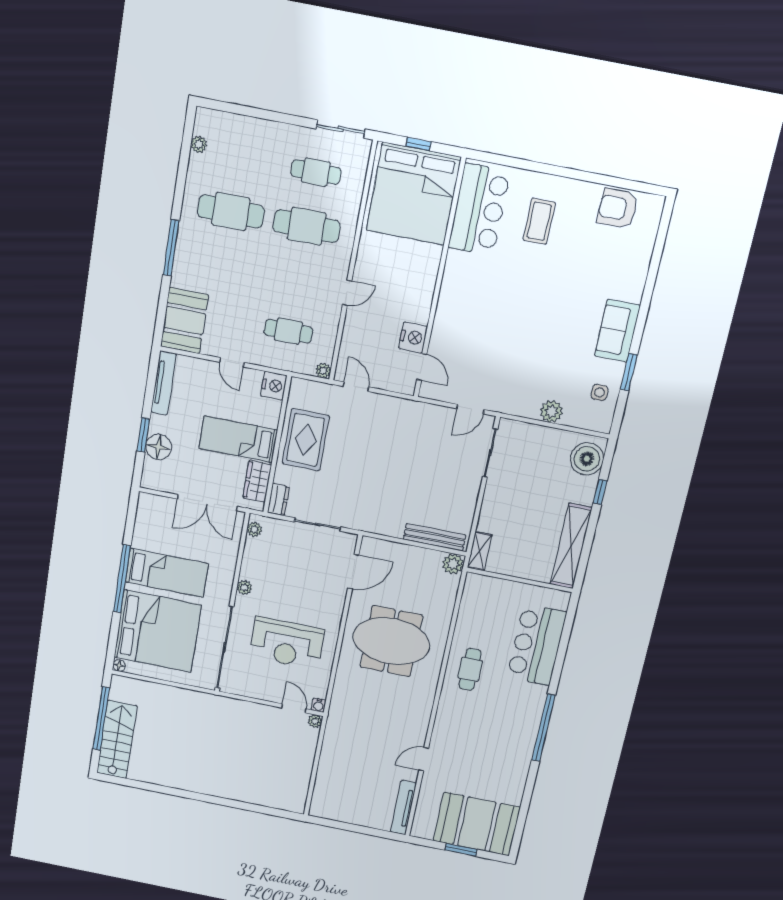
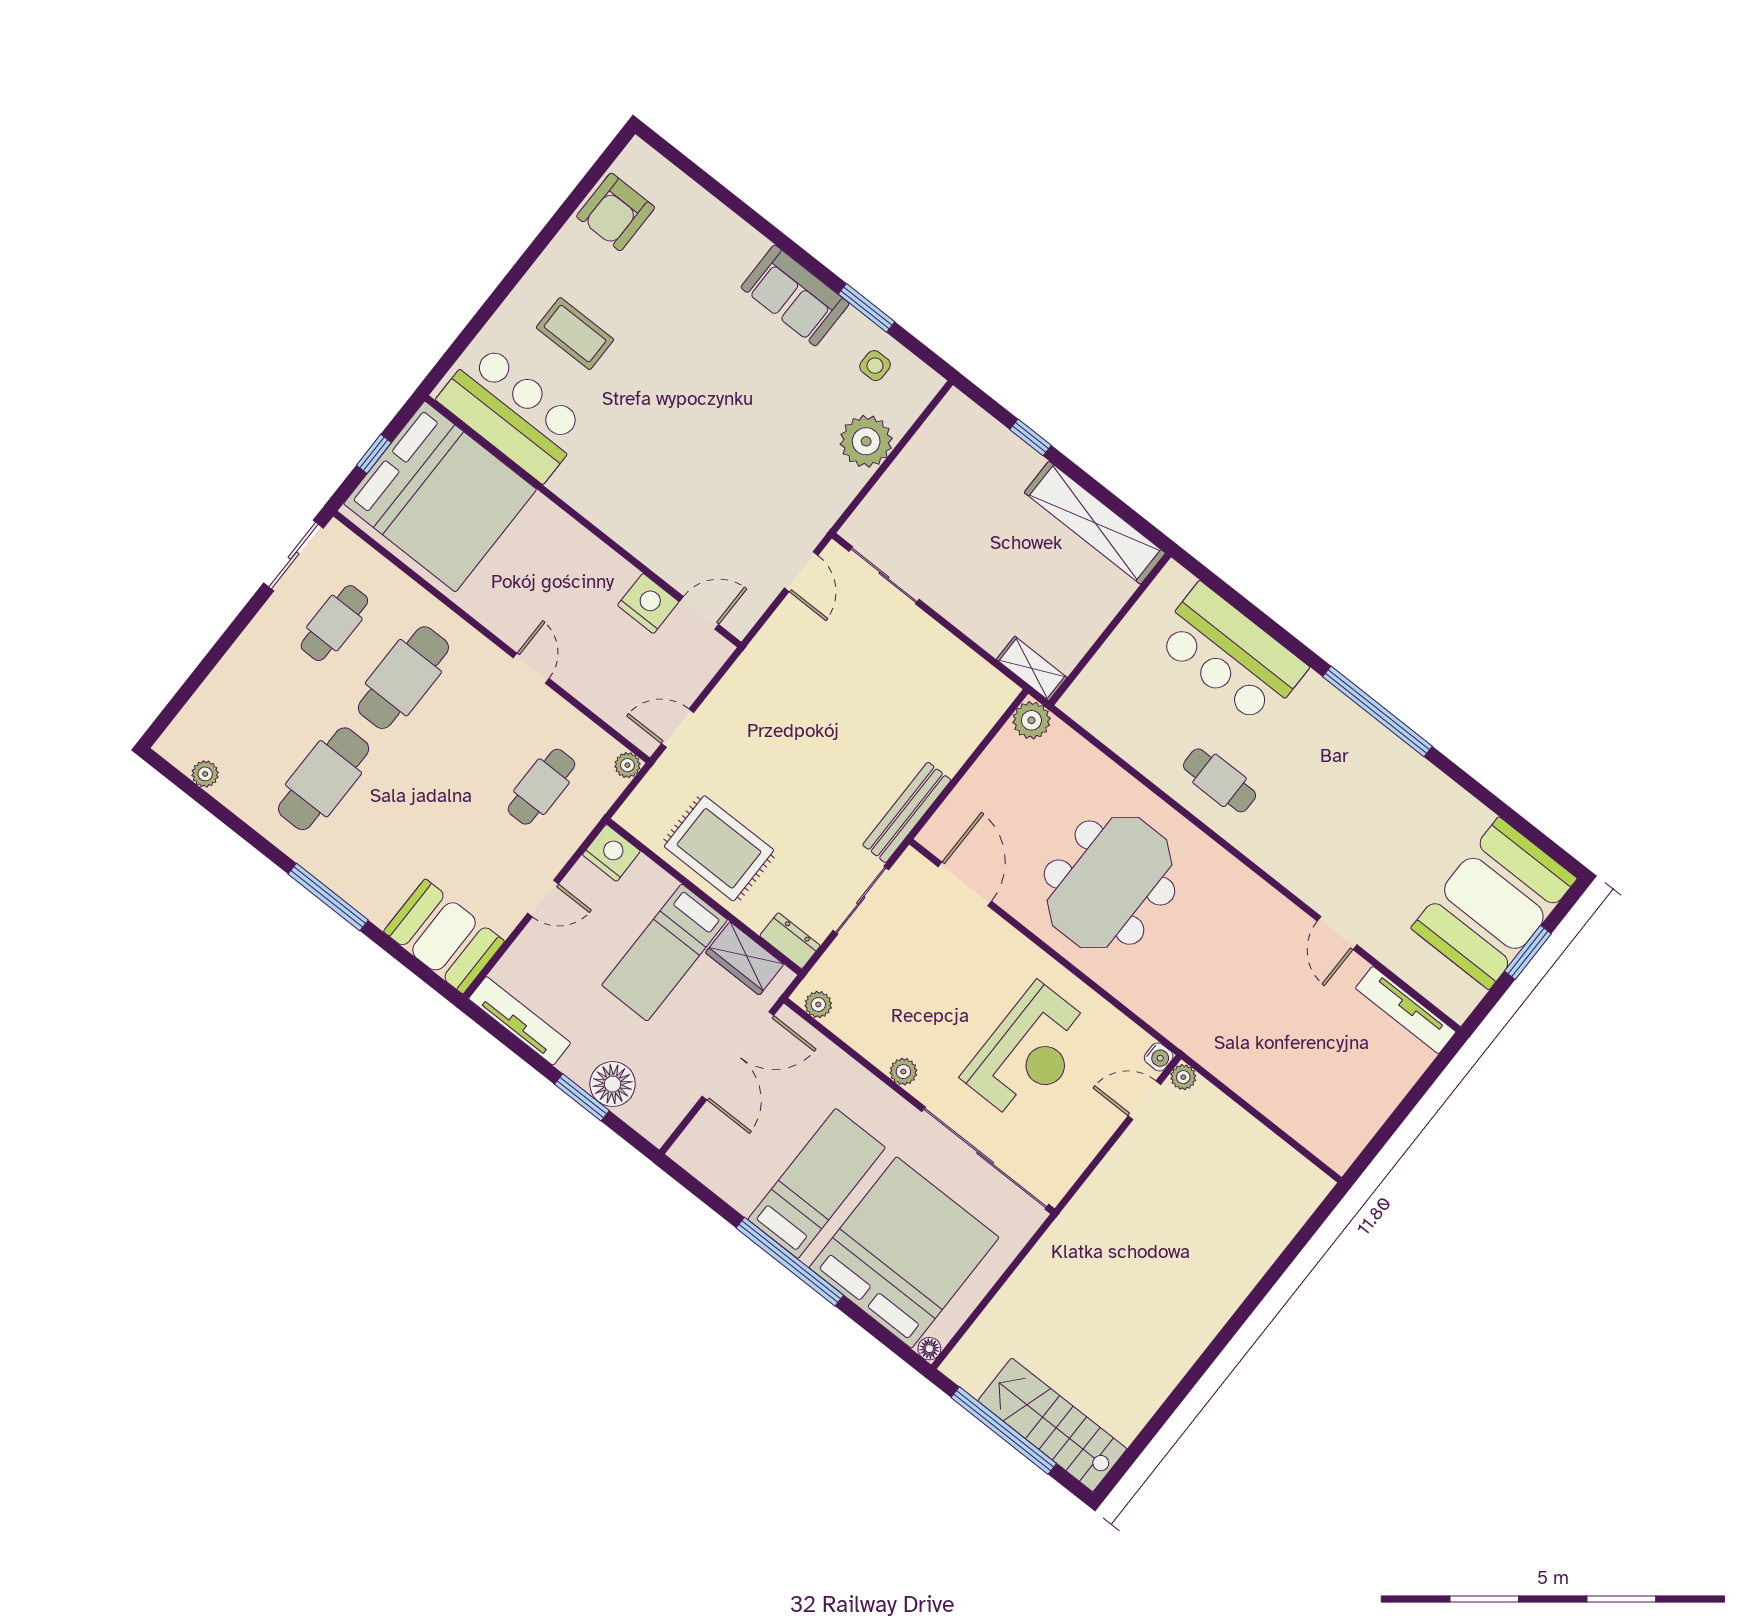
plant: (552, 411) -> (866, 441), width x1.36, depth x1.36
boiler: (587, 459) -> (968, 433), removed
bench: (435, 537) -> (907, 812), moved

